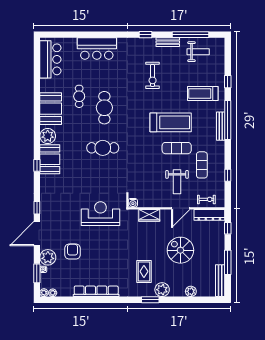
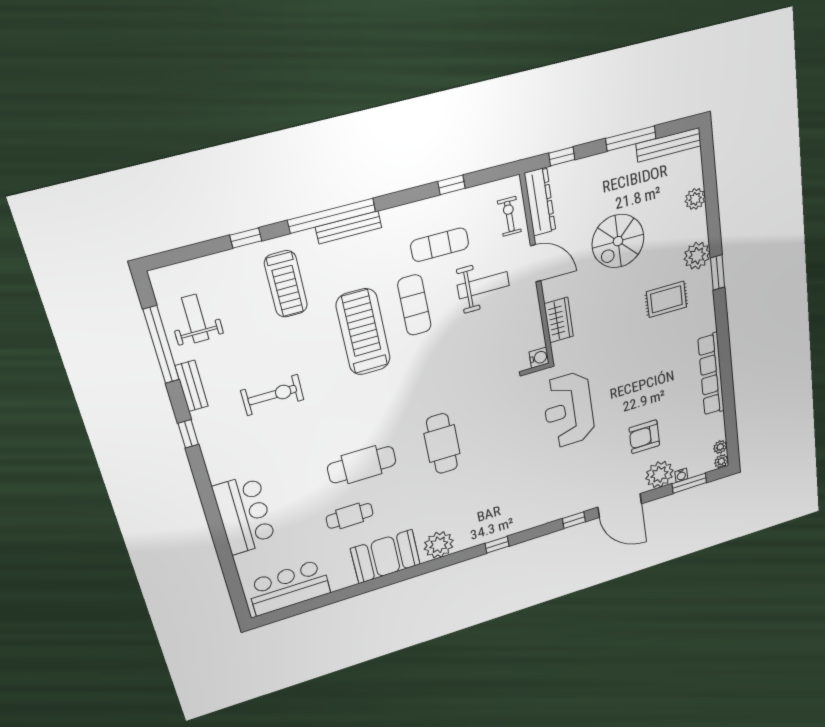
booth: (50, 159) -> (482, 527), removed

